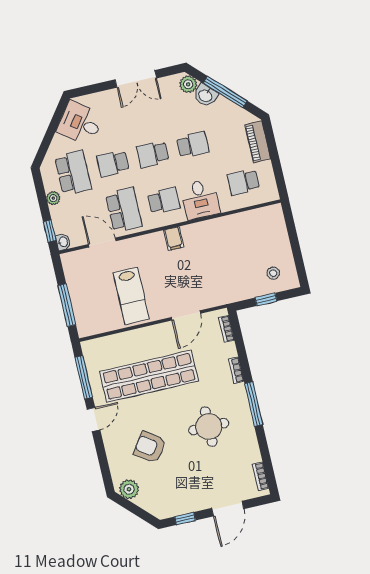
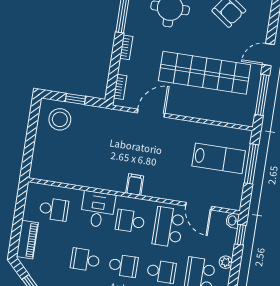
stool: (273, 273) -> (60, 119), width x1.89, depth x1.89
lab bench: (131, 296) -> (219, 158), moved, turned 90

